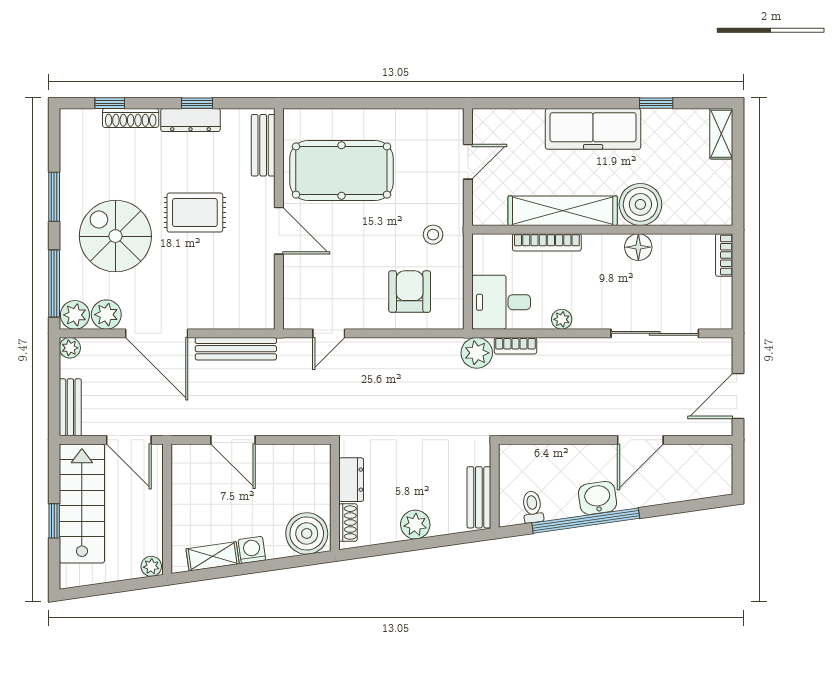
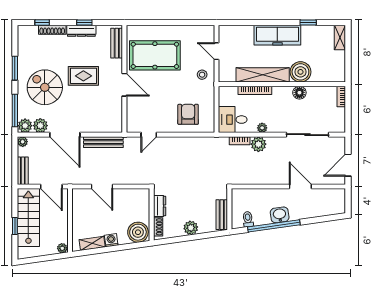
door: (468, 162) -> (216, 51), swing flipped
stool: (433, 235) -> (202, 75), moved
plant: (477, 353) -> (258, 144), moved
door: (640, 440) -> (300, 187), swing flipped

